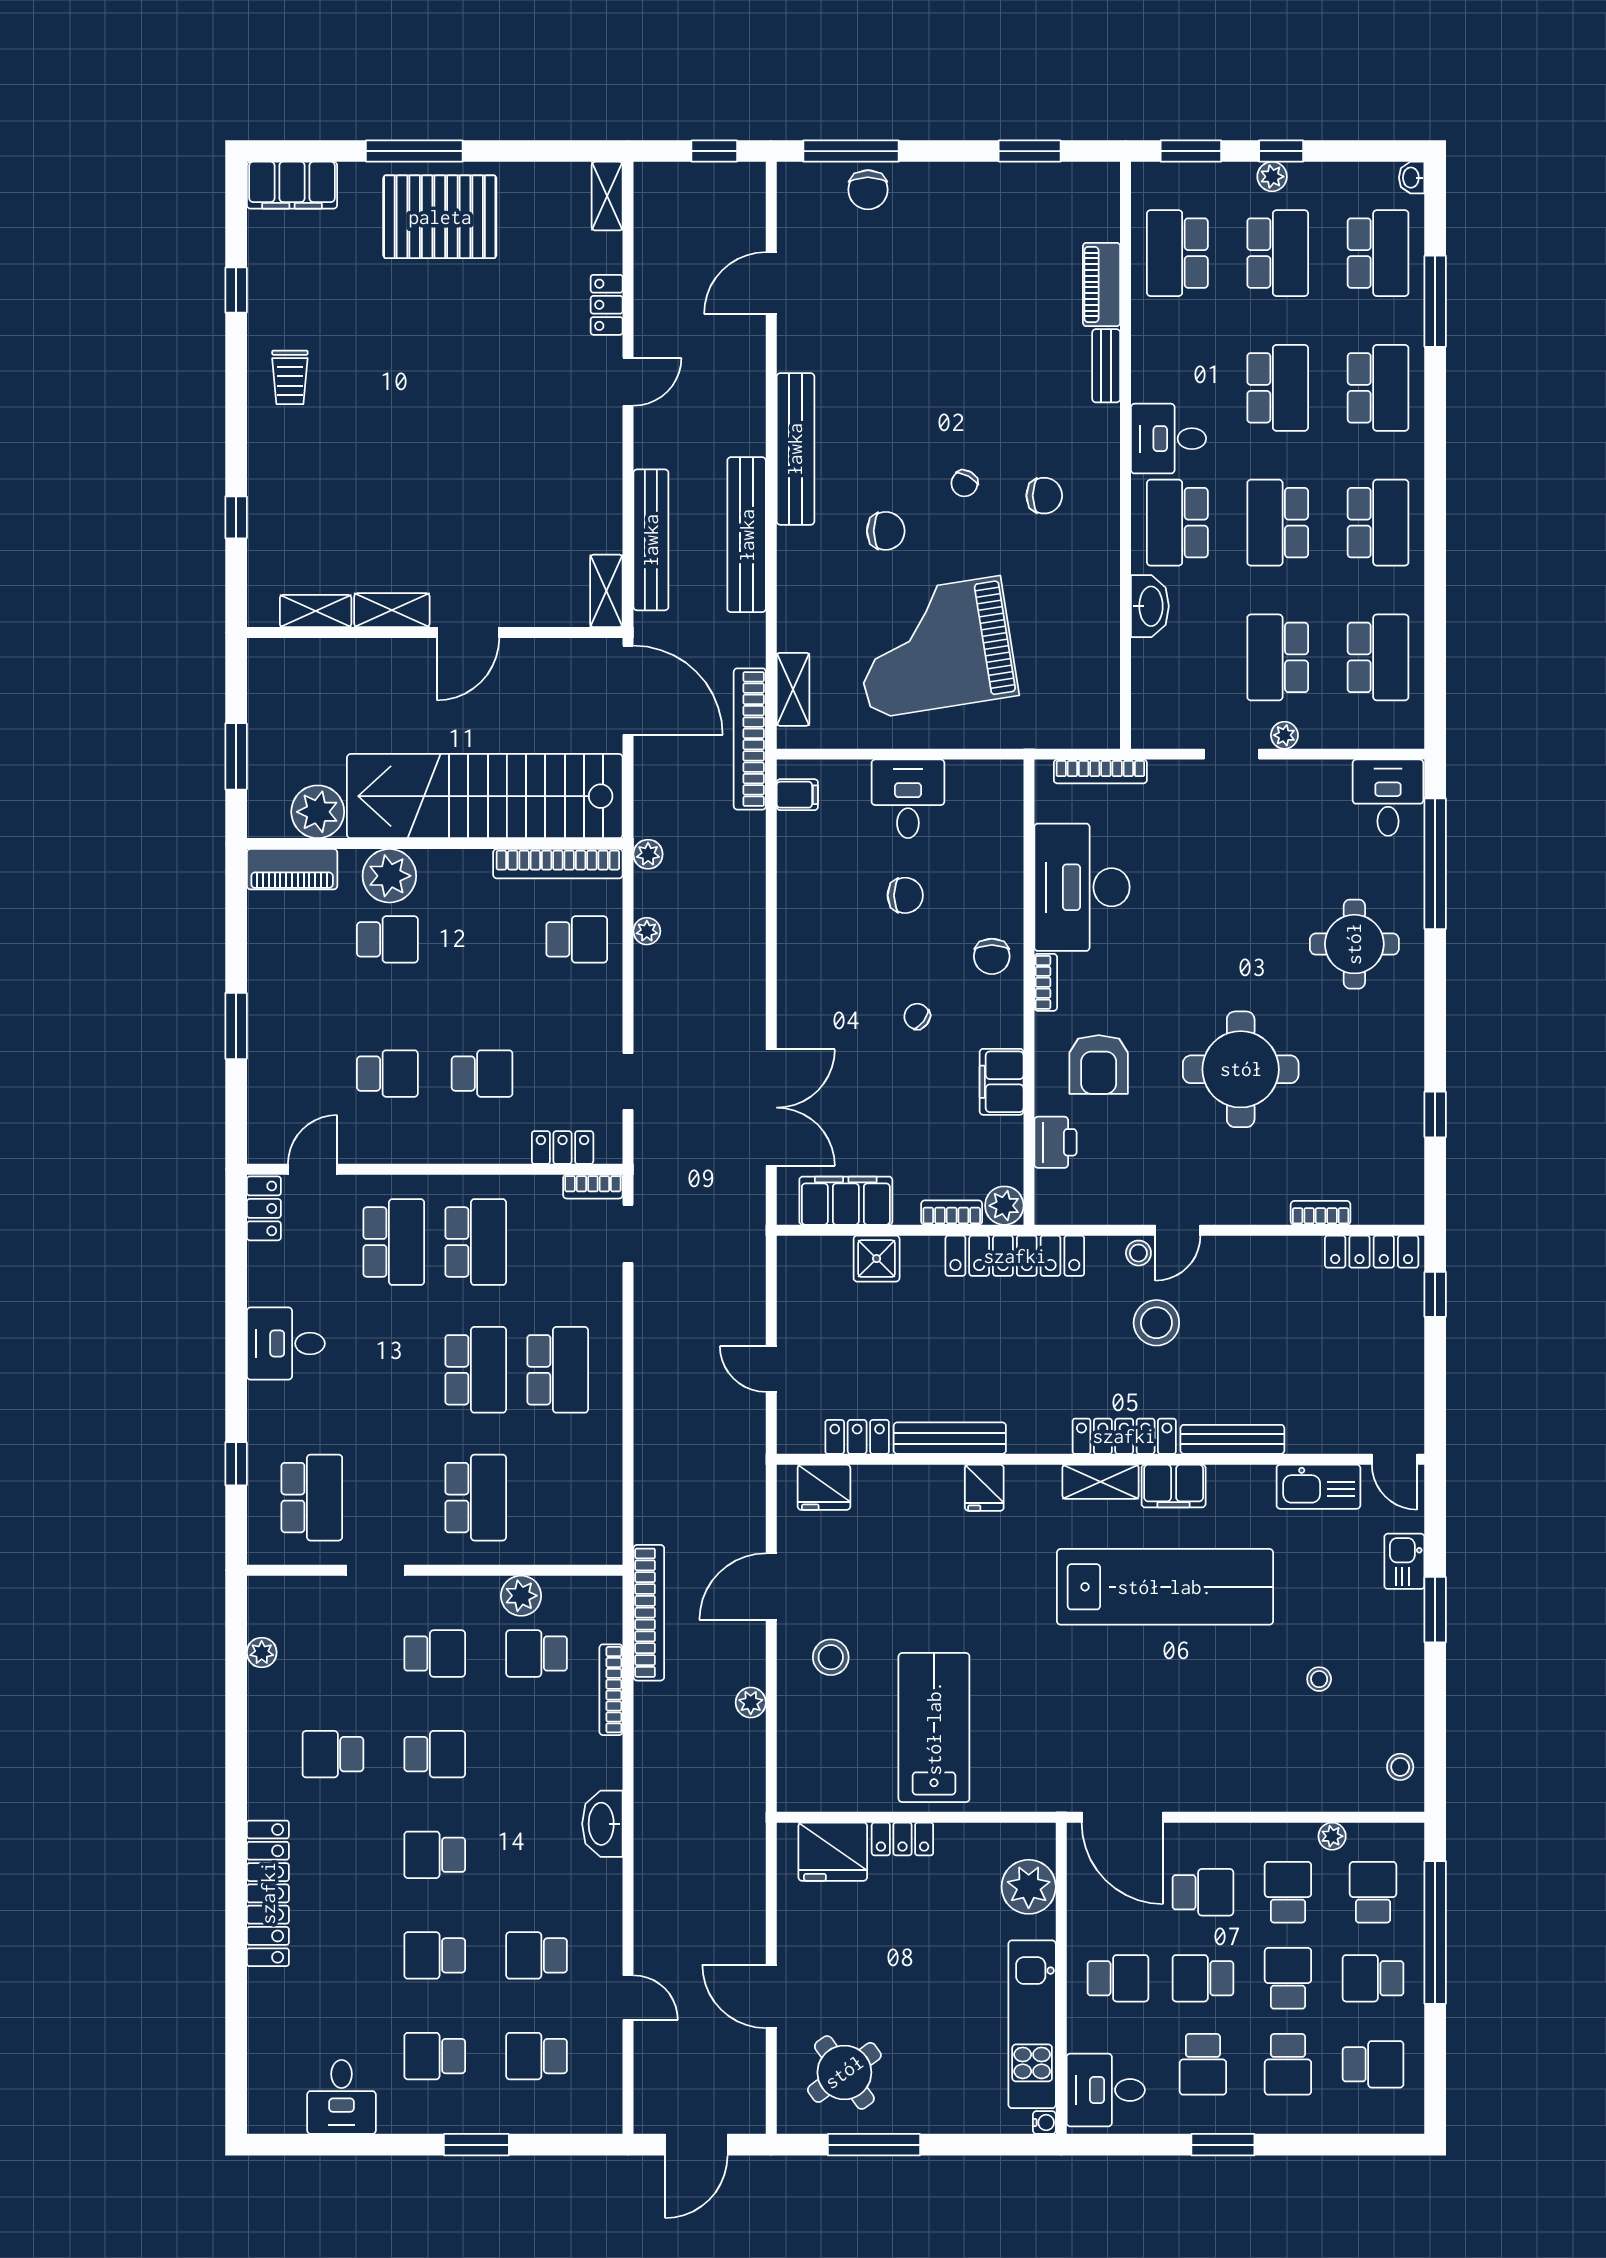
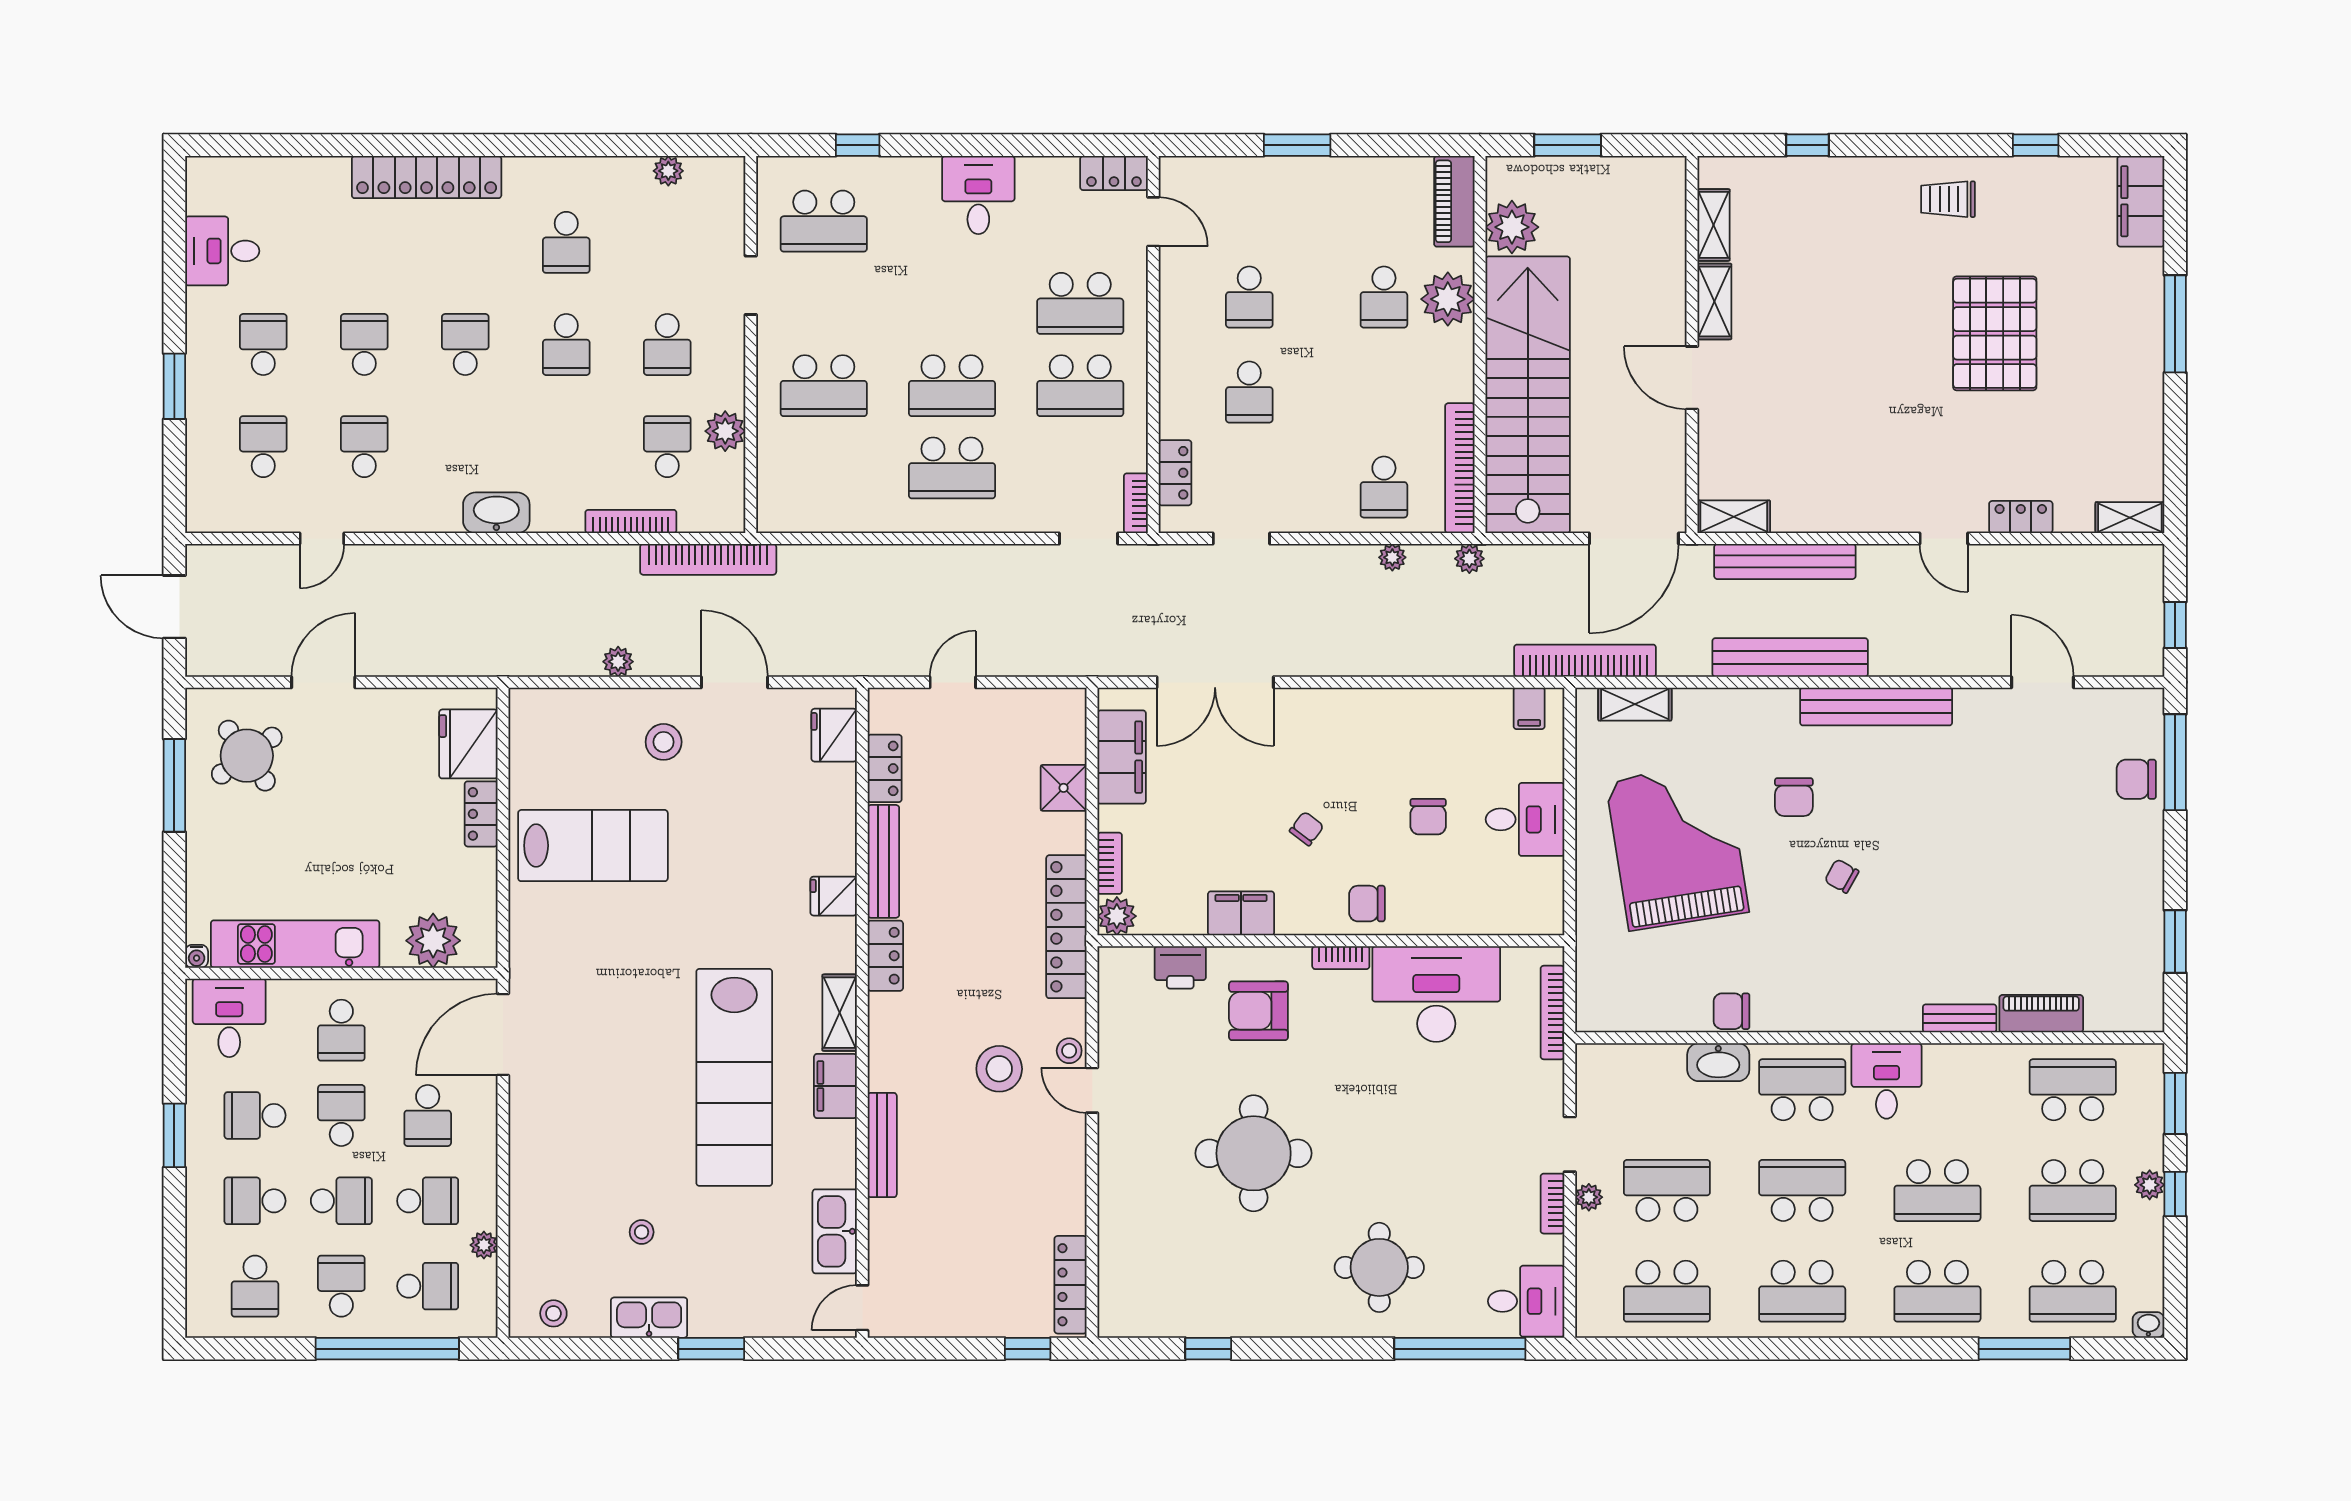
pallet: (440, 217) -> (1995, 333), moved
chair: (1044, 496) -> (1731, 1011), moved, turned 90
bookcase: (1321, 1213) -> (1552, 1204), moved, turned 180
locker: (1124, 1436) -> (885, 956), moved, width x0.66
kitchen sink: (1404, 1561) -> (649, 1318), moved, width x1.38
school desk: (333, 1754) -> (566, 242), turned 180

